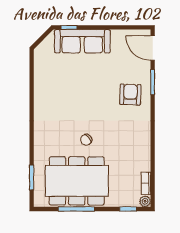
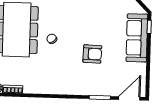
armchair: (130, 95) -> (92, 54), moved

